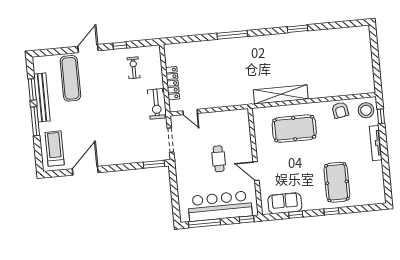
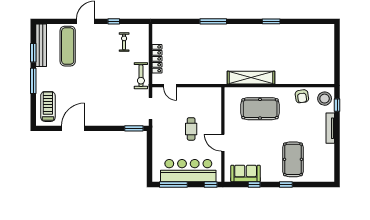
bench: (42, 97) -> (41, 45), moved

